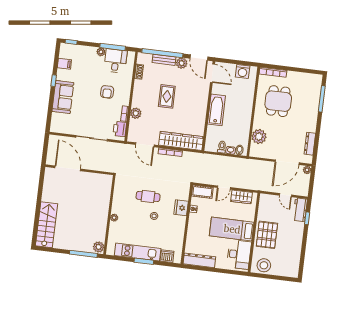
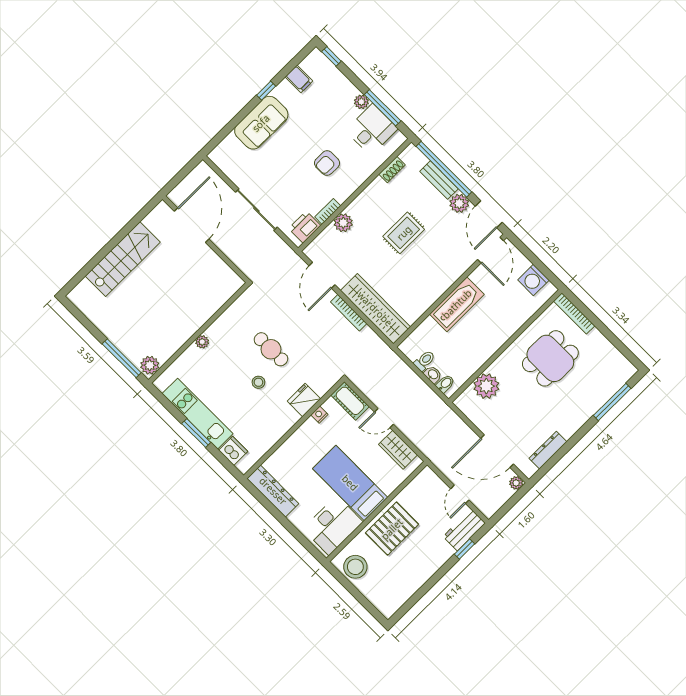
stairs: (47, 225) -> (123, 259), moved

